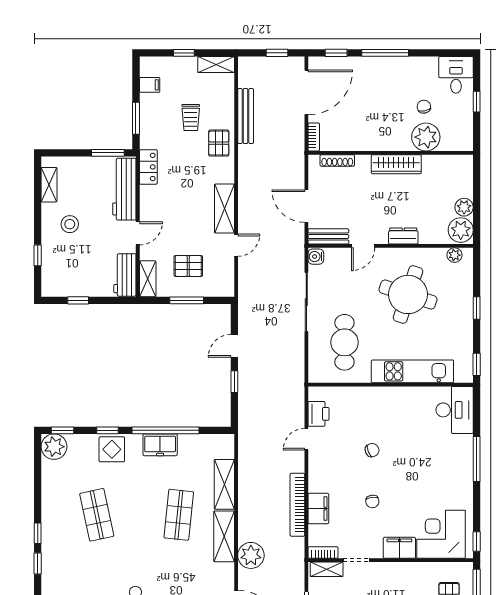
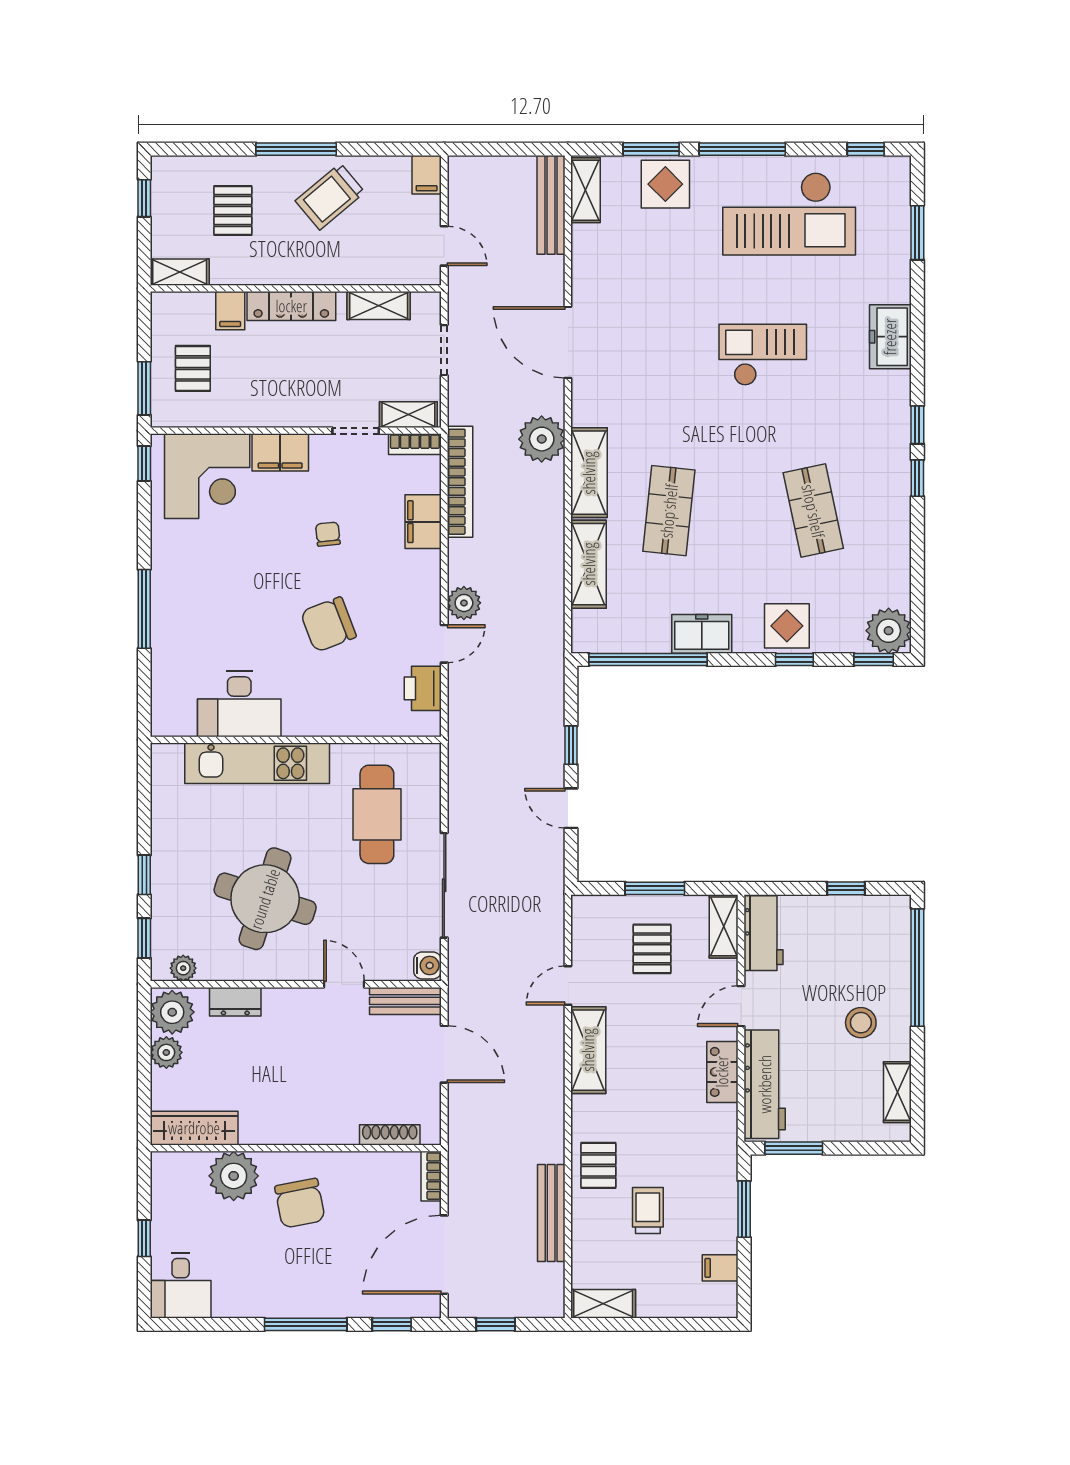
window: (184, 53) -> (660, 1324), removed
chair: (424, 107) -> (300, 1203), moved, width x1.87, depth x1.87
wardrobe: (396, 164) -> (194, 1128), moved
locker: (148, 167) -> (722, 1072), moved
dresser: (403, 236) -> (235, 1002), moved
door: (363, 246) -> (344, 984), hinge flipped
window: (38, 255) -> (917, 968), width x3.17
pallet: (188, 266) -> (652, 949), turned 90
door: (234, 346) -> (571, 808), swing flipped
window: (477, 364) -> (144, 938), moved
desk: (455, 410) -> (239, 704), moved, turned -90
window: (166, 430) -> (648, 659), moved
chair: (372, 450) -> (328, 624), width x1.87, depth x1.87
plant: (295, 462) -> (464, 603), added
bookcase: (297, 505) -> (460, 482), moved

